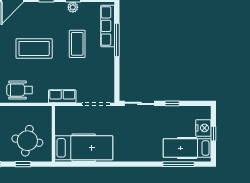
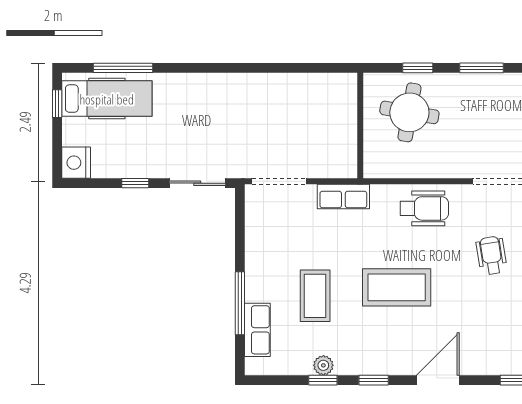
row of seats: (108, 26) -> (257, 330), width x0.68
nightstand: (203, 128) -> (76, 163), moved
window: (213, 134) -> (57, 104), moved
hospital bed: (84, 148) -> (303, 99), removed

